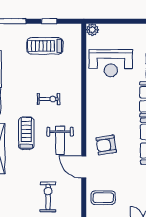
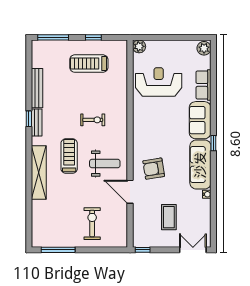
reception desk: (111, 63) -> (159, 82), turned 180
weight bench: (60, 140) -> (105, 164), turned -90
coffee table: (103, 198) -> (169, 217), moved, turned 90

